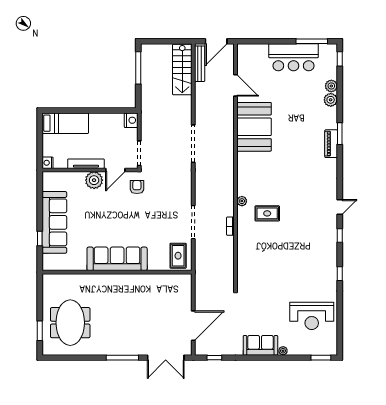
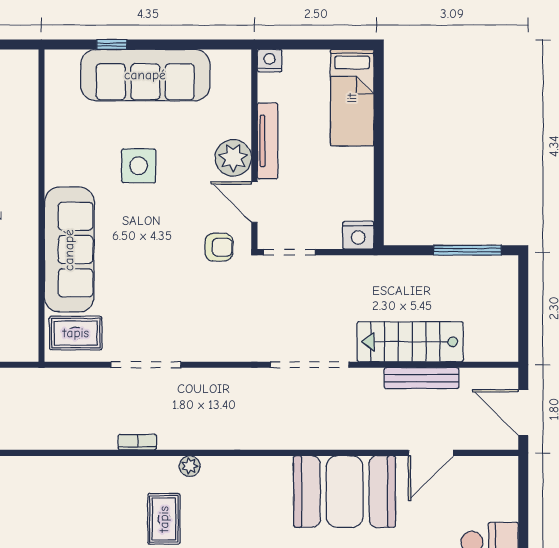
bench: (200, 64) -> (422, 378), moved
stairs: (182, 69) -> (410, 342), moved
side table: (98, 226) -> (139, 166), added
sofa: (117, 259) -> (69, 250), moved

